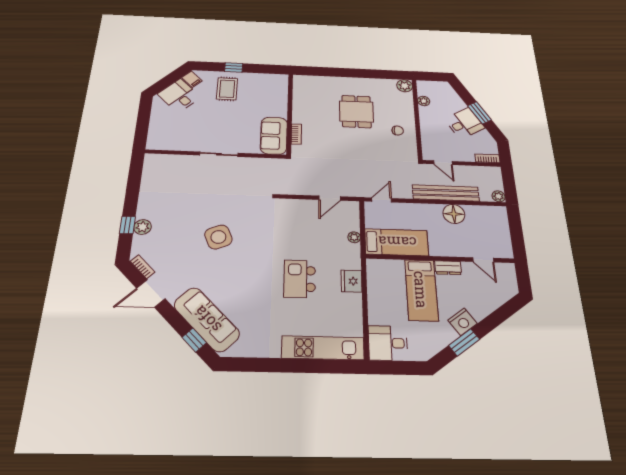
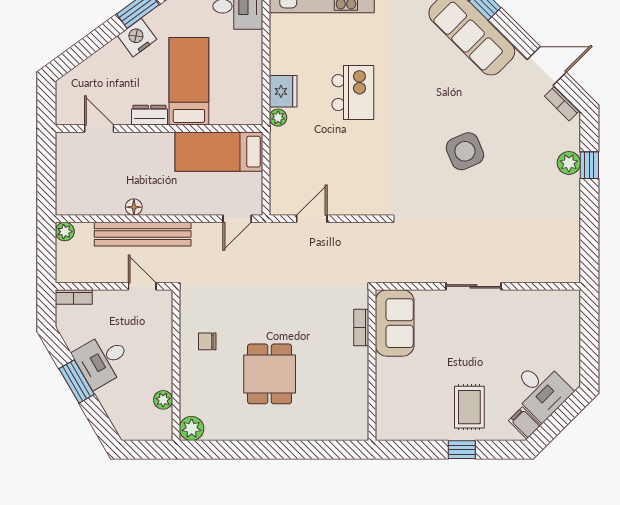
floor lamp: (454, 214) -> (134, 207), width x0.53, depth x0.53
plant: (354, 237) -> (278, 118), moved

